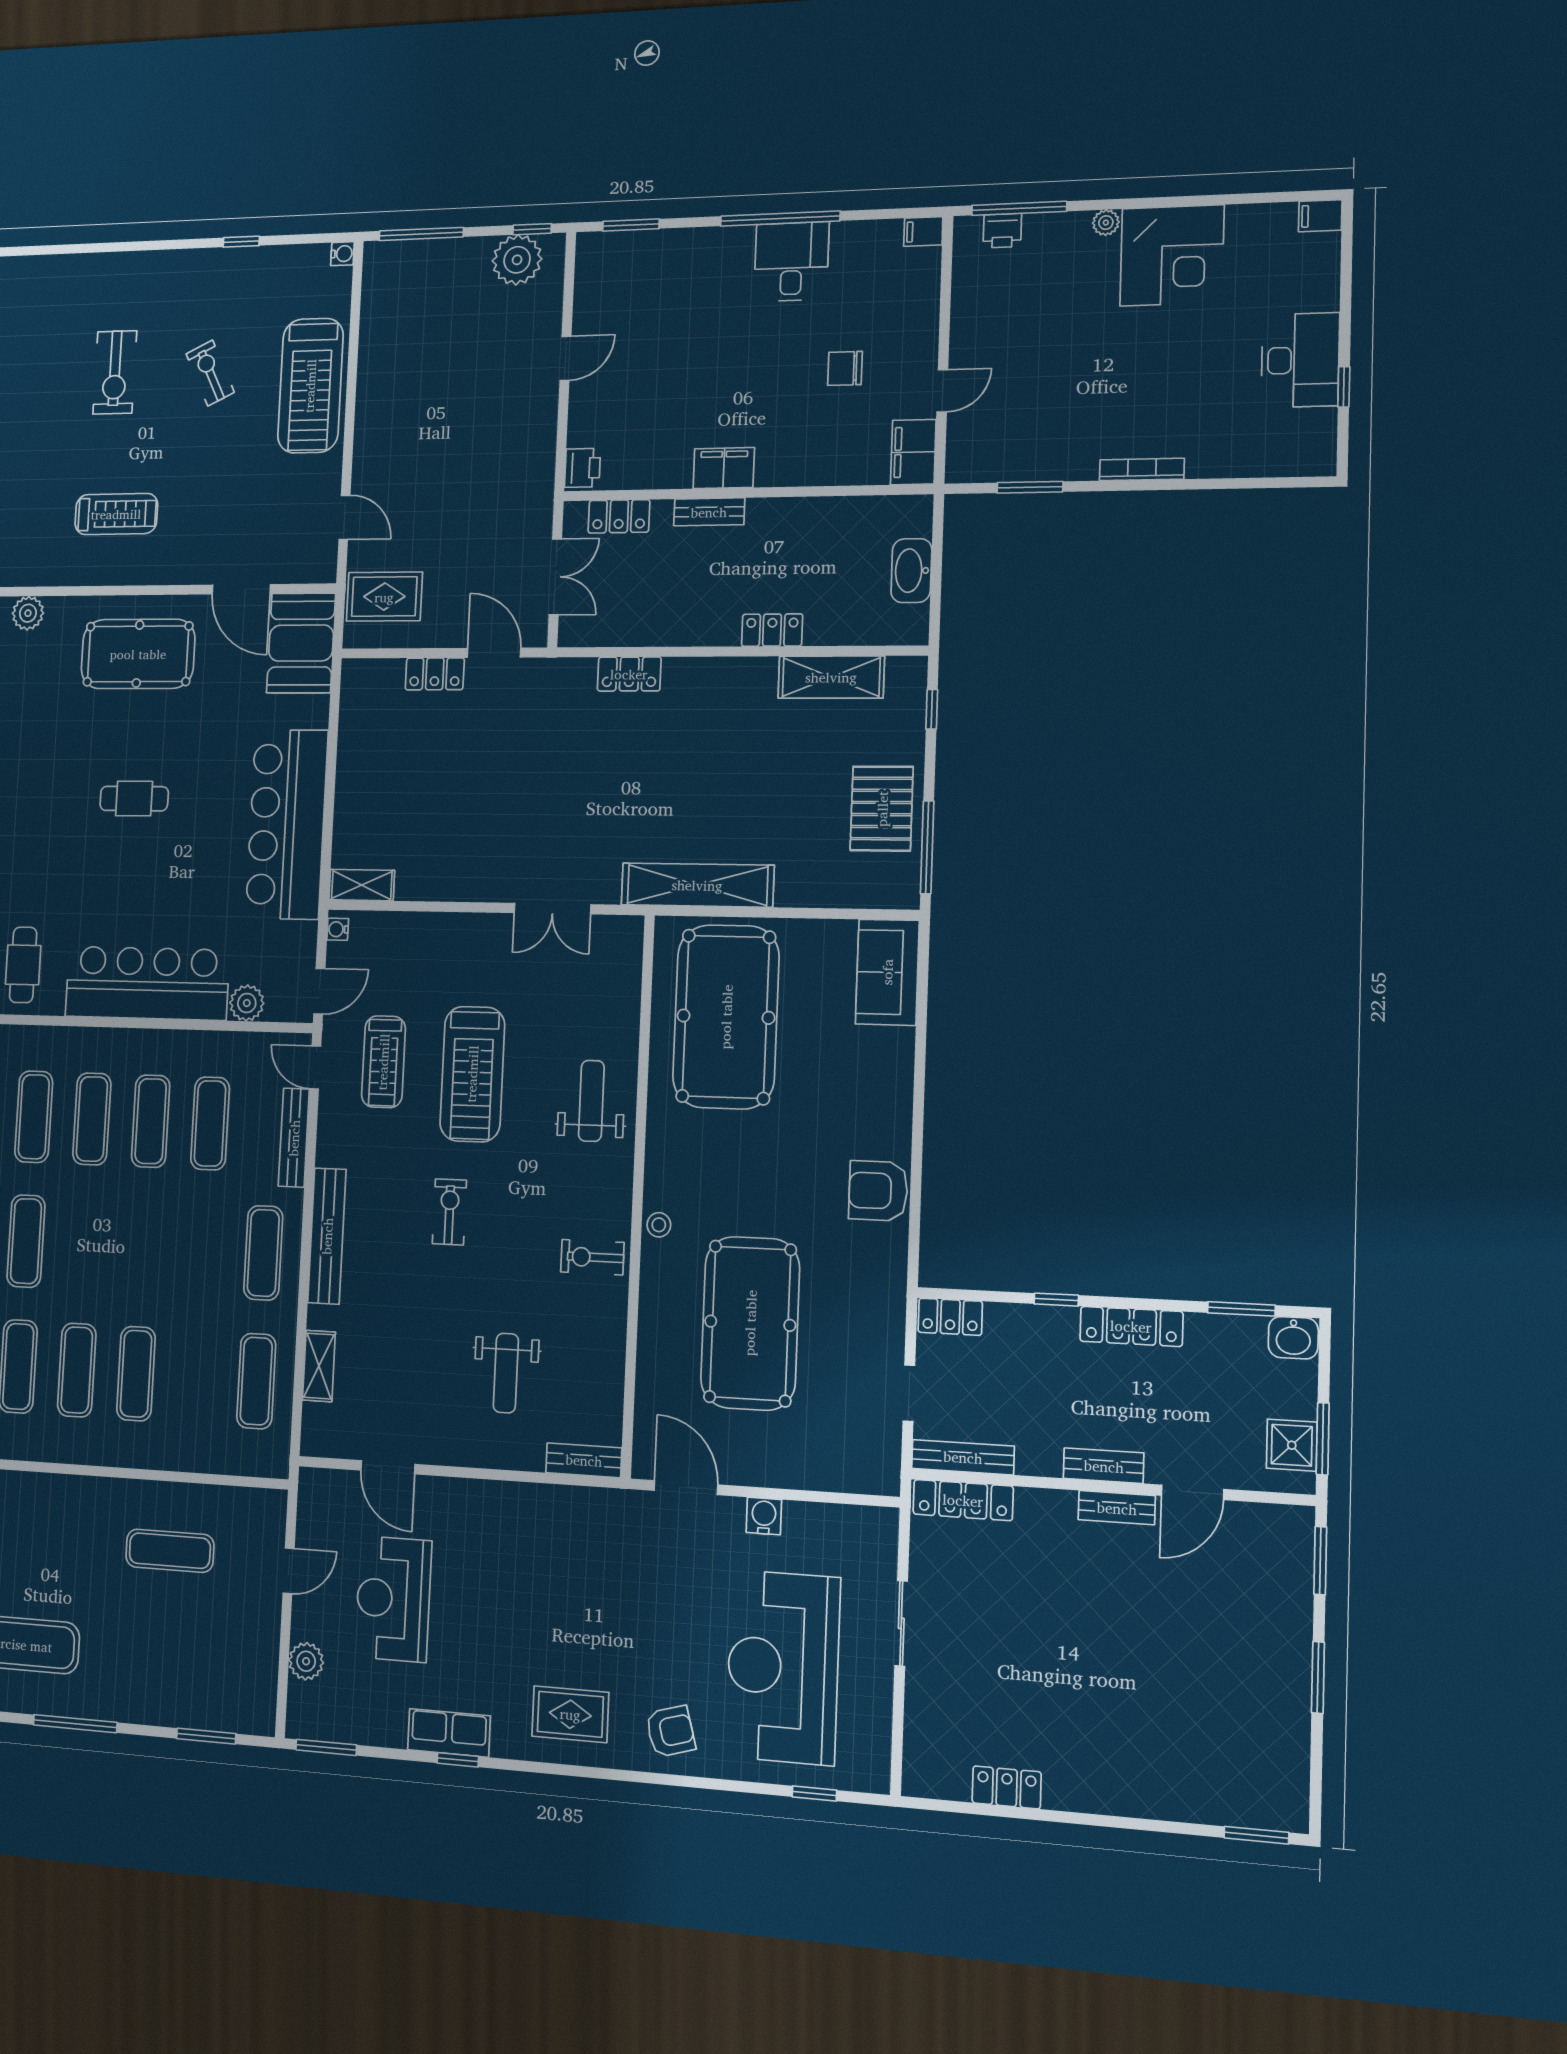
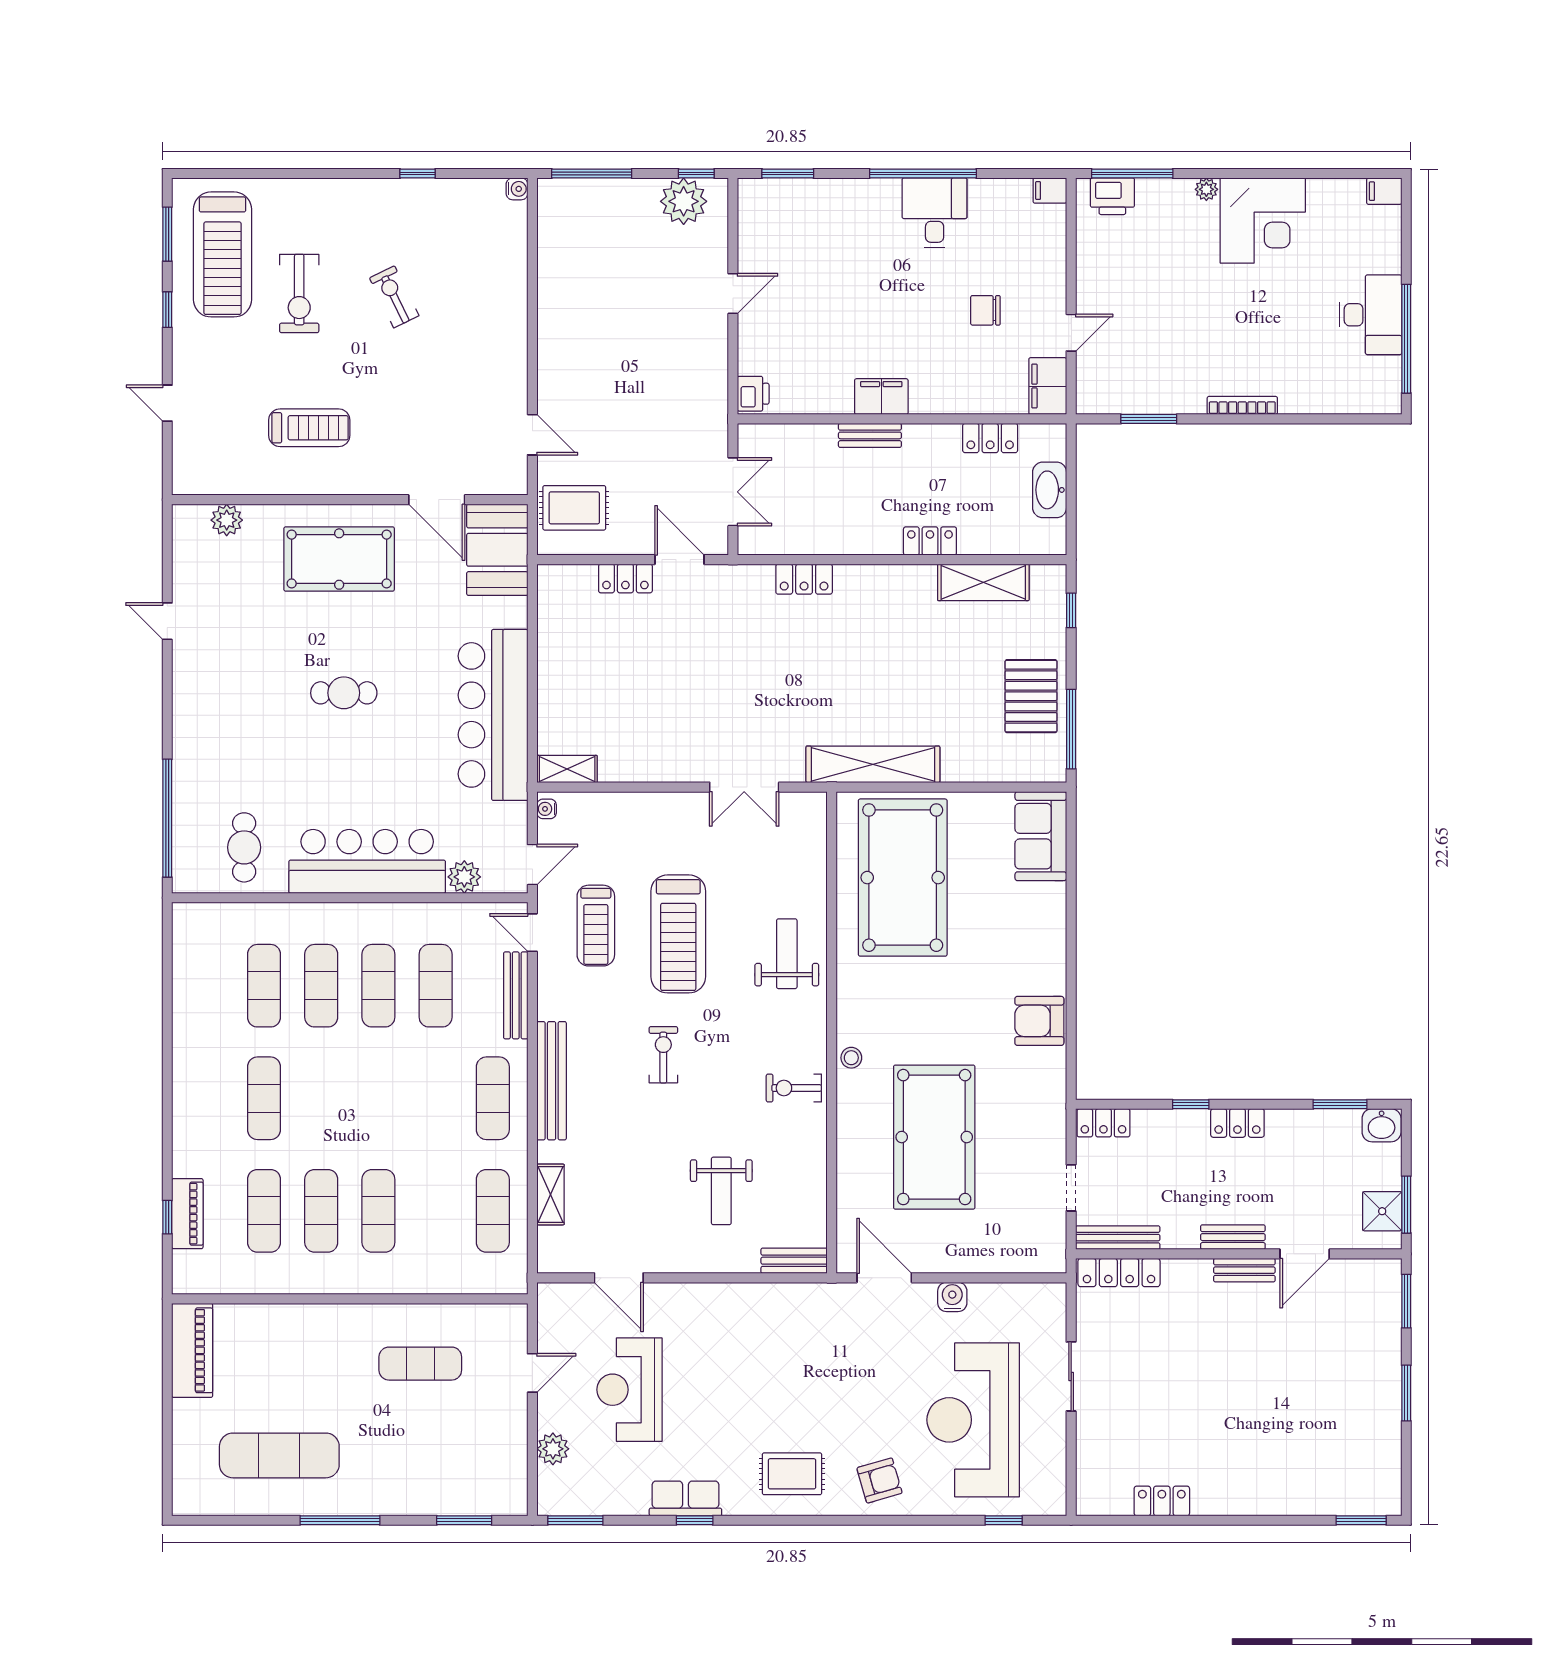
printer: (1002, 231) -> (1112, 196), width x1.36, depth x1.24
treadmill: (310, 386) -> (222, 254), moved
window: (1344, 387) -> (1406, 339), width x3.17
locker: (619, 516) -> (990, 438), moved
locker: (1131, 1326) -> (1237, 1123), width x0.66

